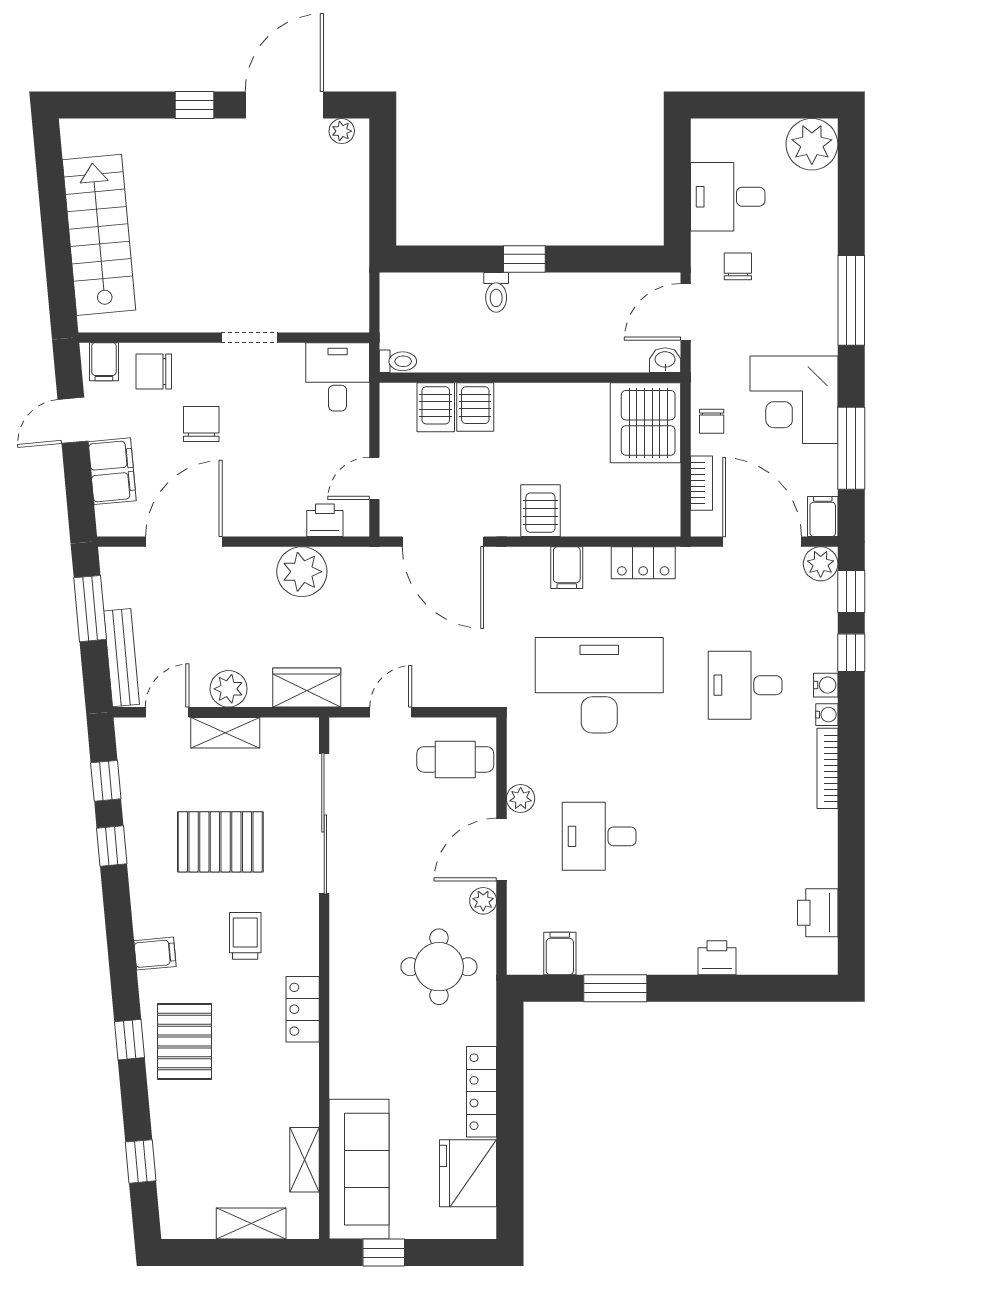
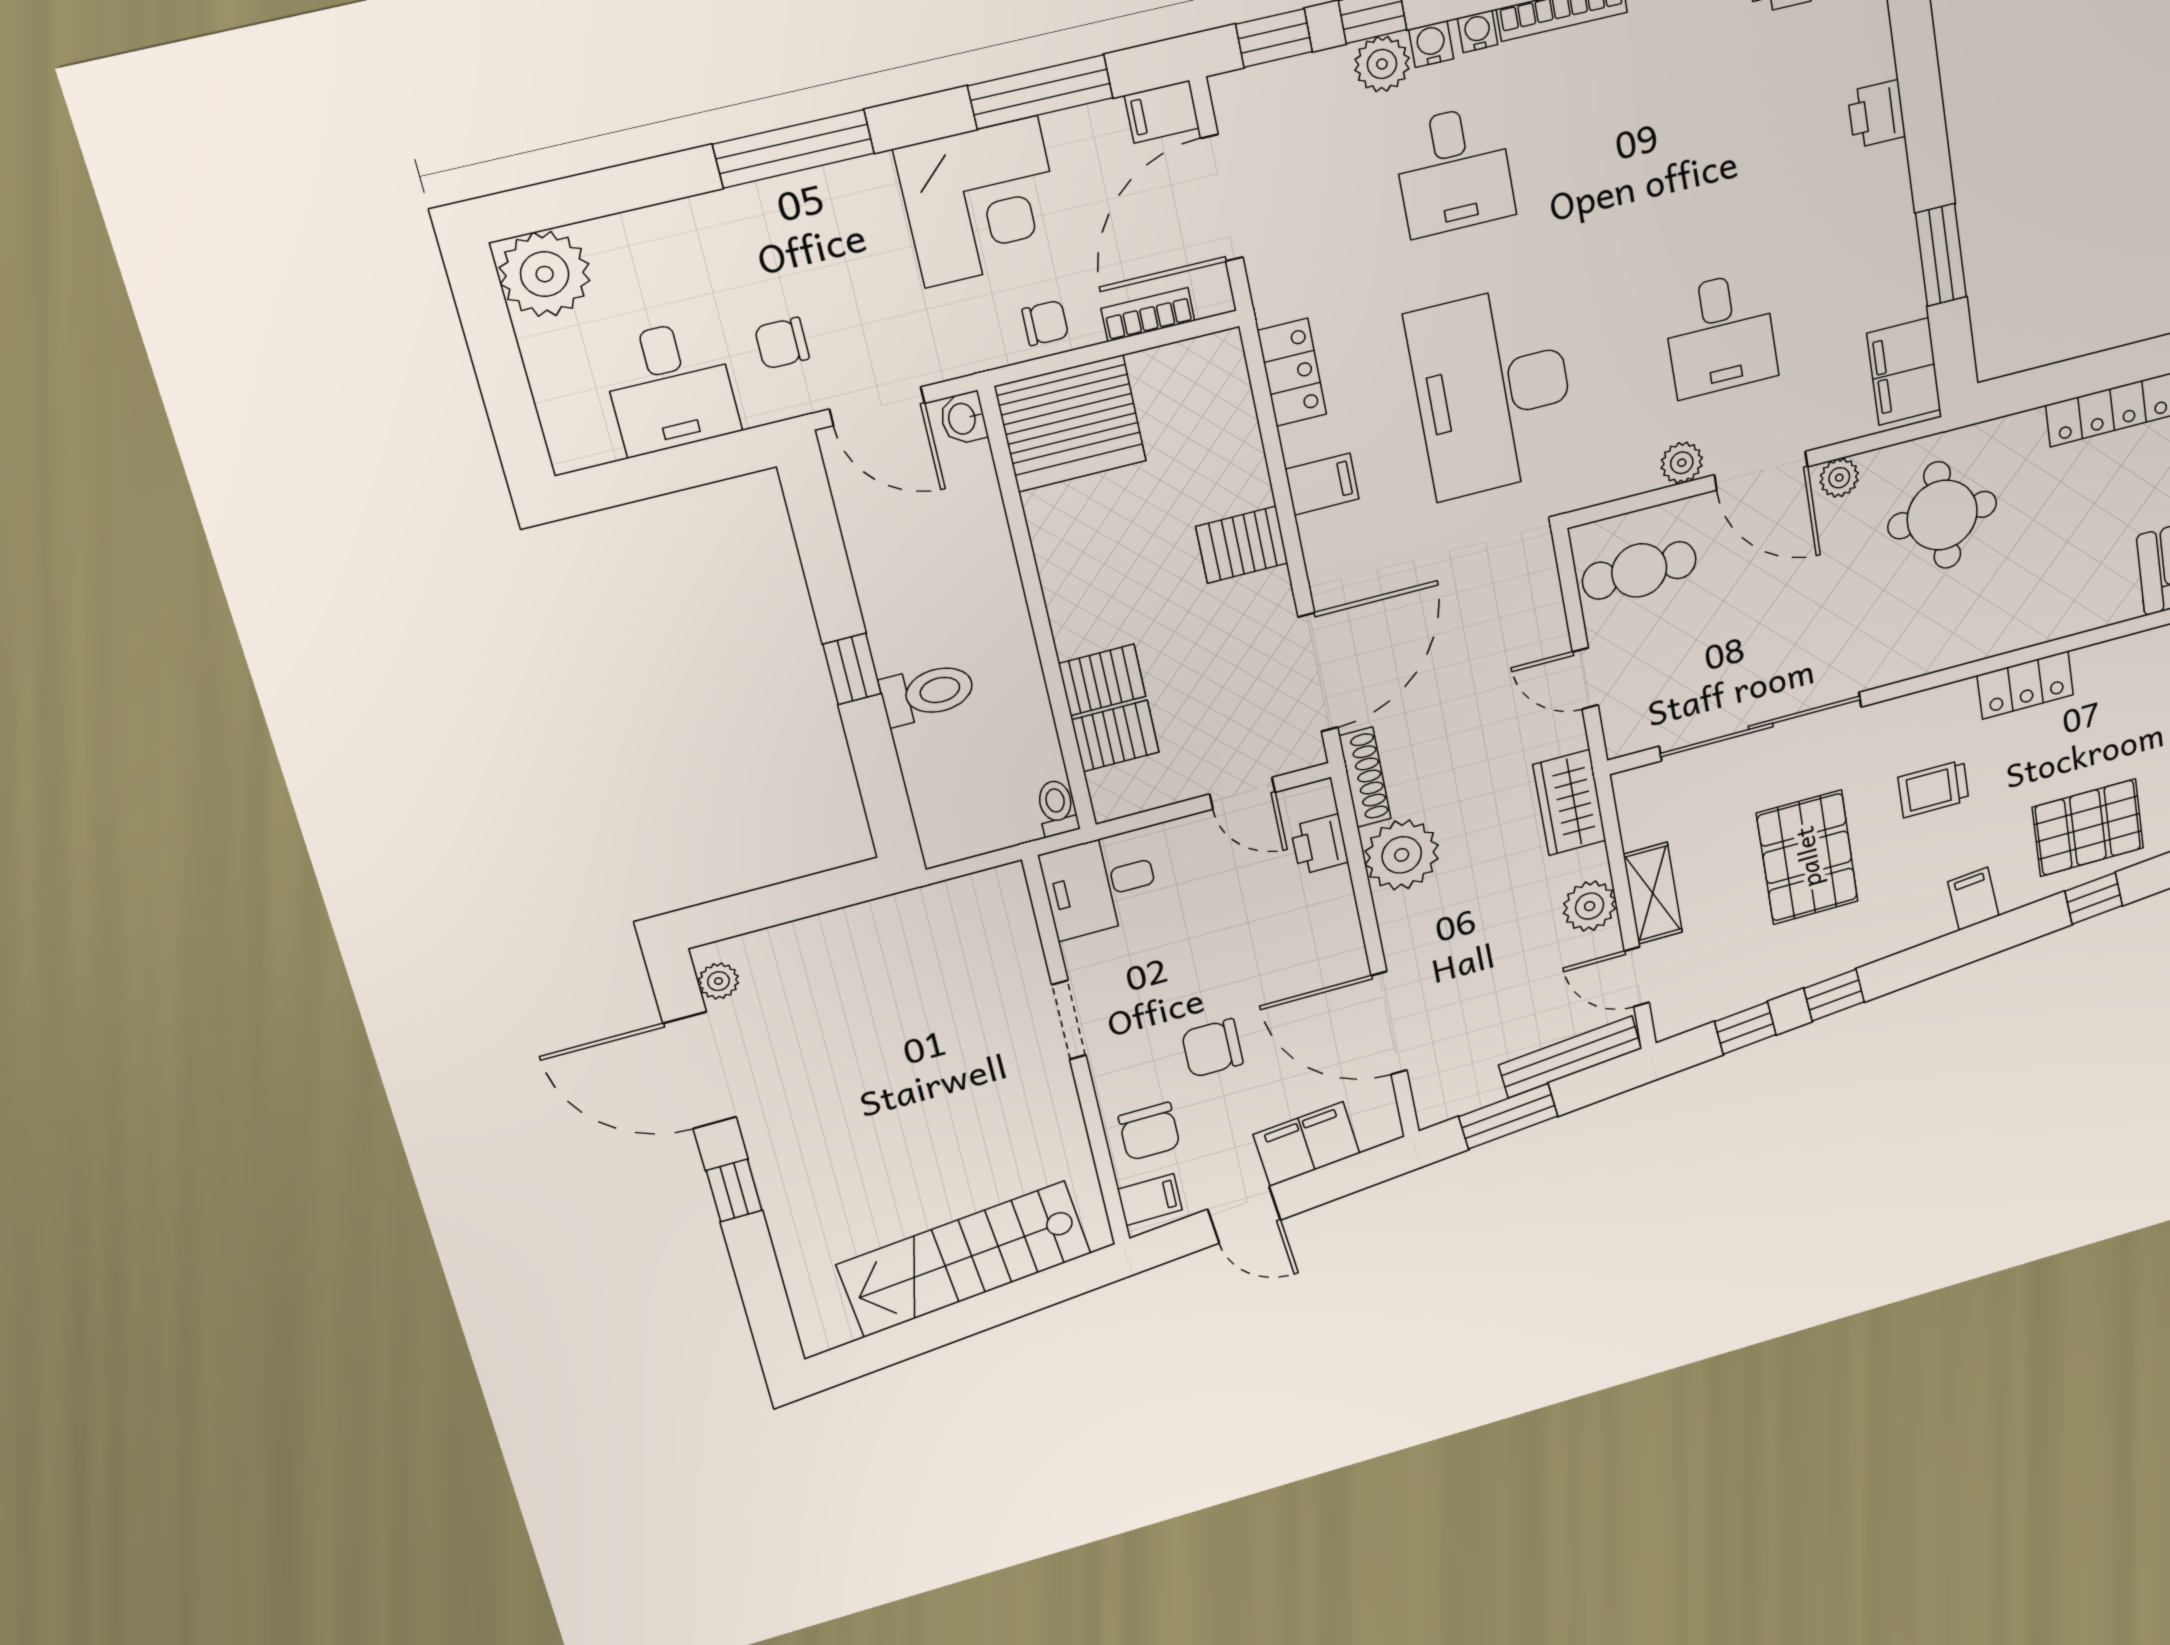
toilet: (496, 292) -> (928, 693), width x1.37, depth x1.39
shoe rack: (363, 558) -> (1365, 777), added
plant: (821, 564) -> (1382, 64), moved
cafe table: (455, 759) -> (1639, 570), turned 90
filing cabinet: (560, 954) -> (1904, 372), width x2.00

